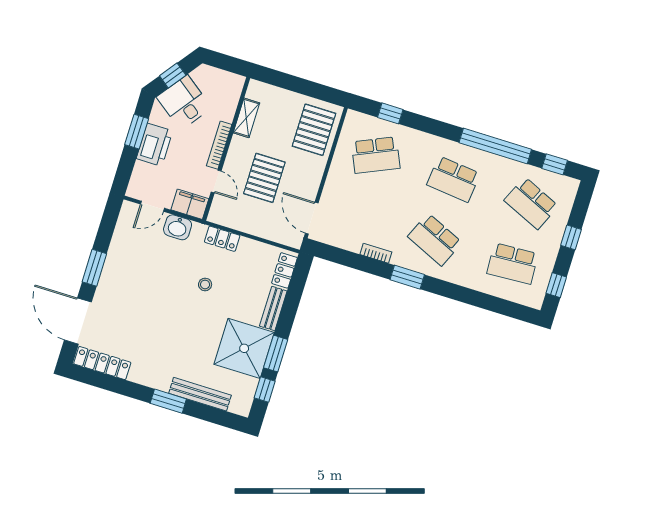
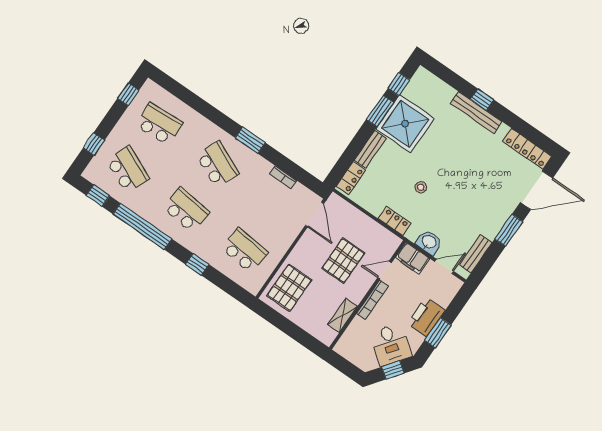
window: (390, 113) -> (197, 264), moved
school desk: (376, 155) -> (244, 250), turned 30
door: (216, 182) -> (385, 270), hinge flipped
bench: (122, 231) -> (476, 254), added
window: (571, 237) -> (94, 144), moved
bookcase: (376, 253) -> (283, 177), moved
door: (78, 321) -> (536, 190), hinge flipped
bench: (200, 394) -> (476, 112), moved
window: (168, 401) -> (482, 100), width x0.67

